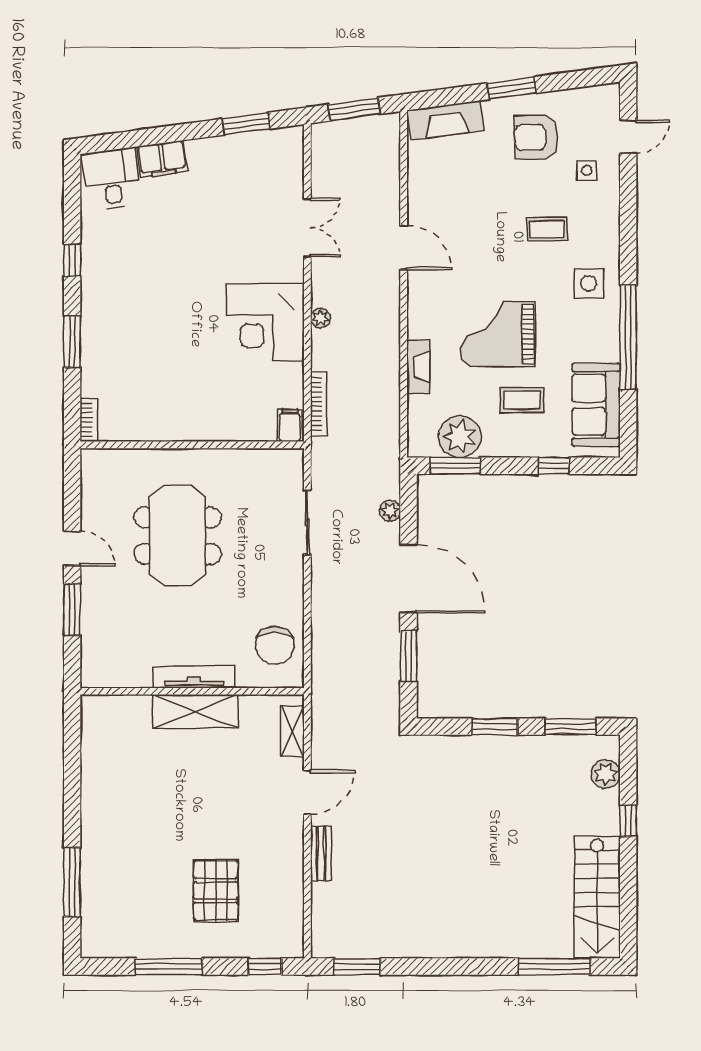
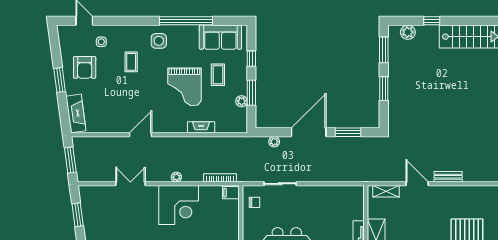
plant: (460, 437) -> (242, 101), width x0.53, depth x0.53
window: (455, 466) -> (251, 93), moved
chair: (275, 645) -> (254, 202), moved, width x0.54, depth x0.54

